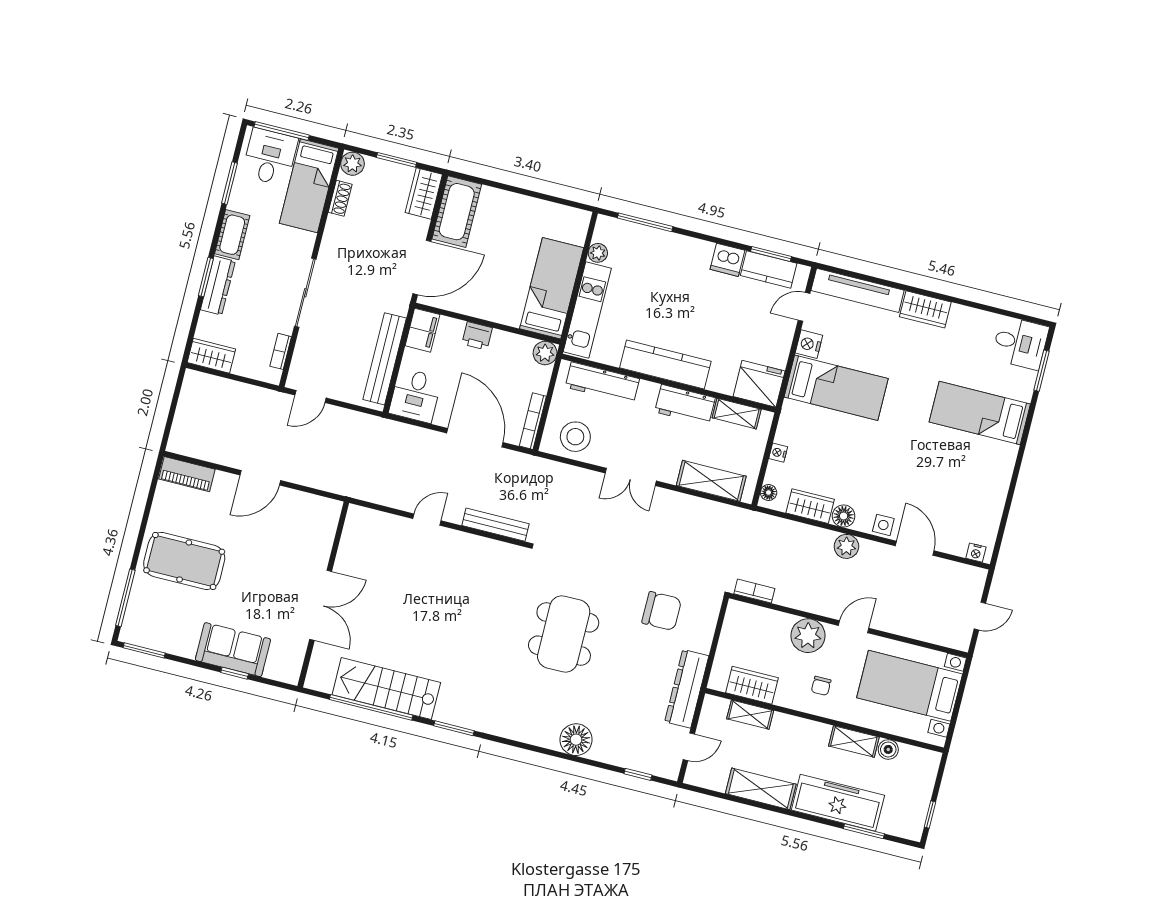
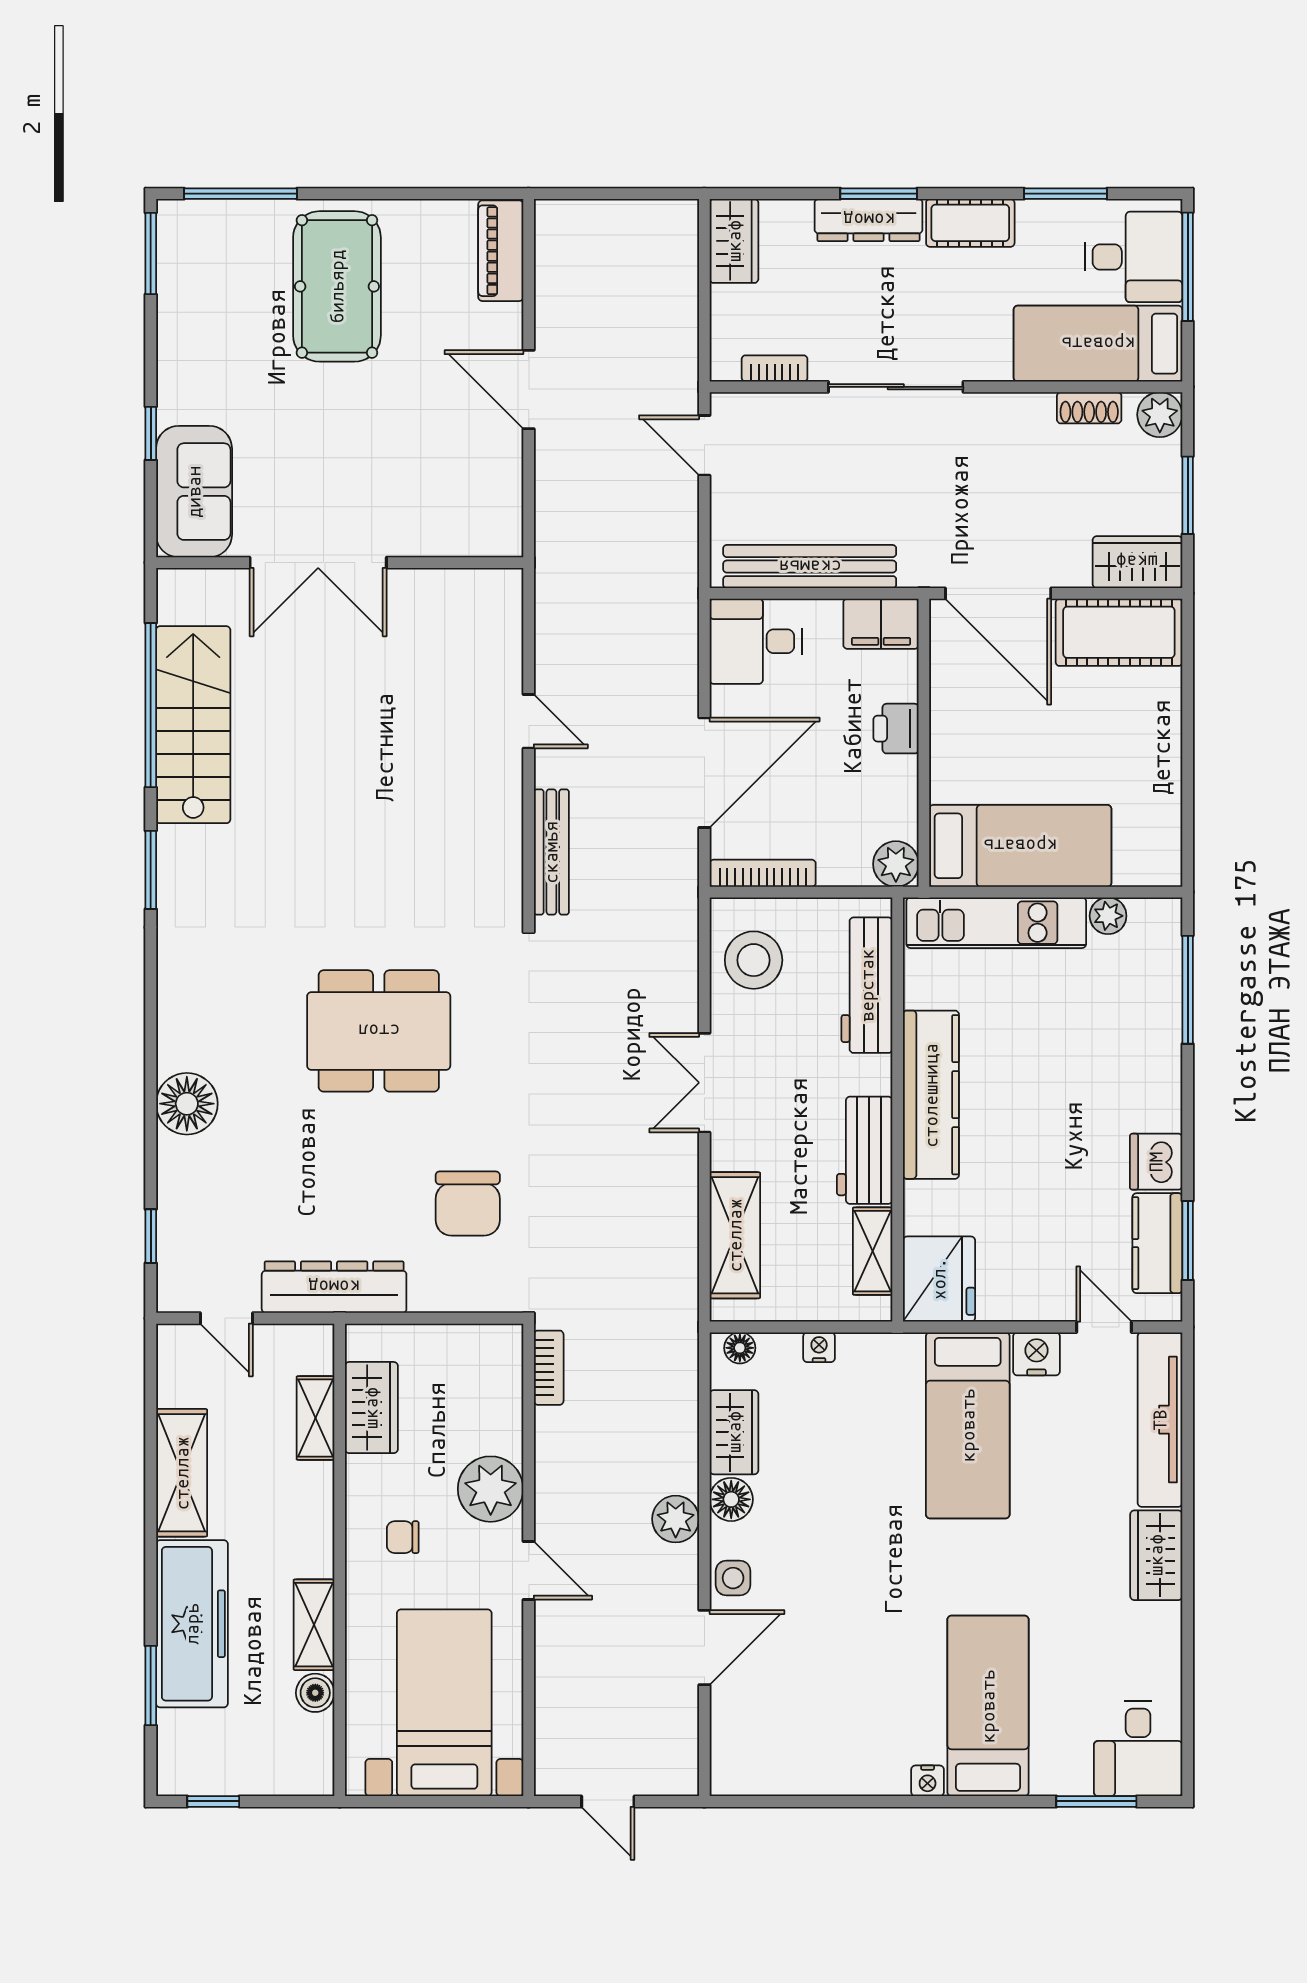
nightstand: (976, 553) -> (928, 1781), moved, turned -90
sofa: (233, 650) -> (194, 492), moved

